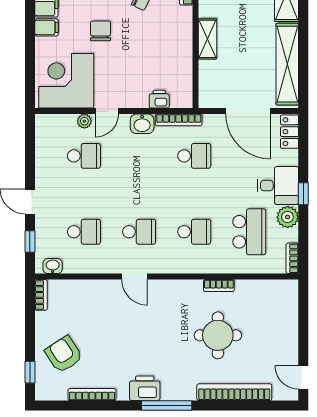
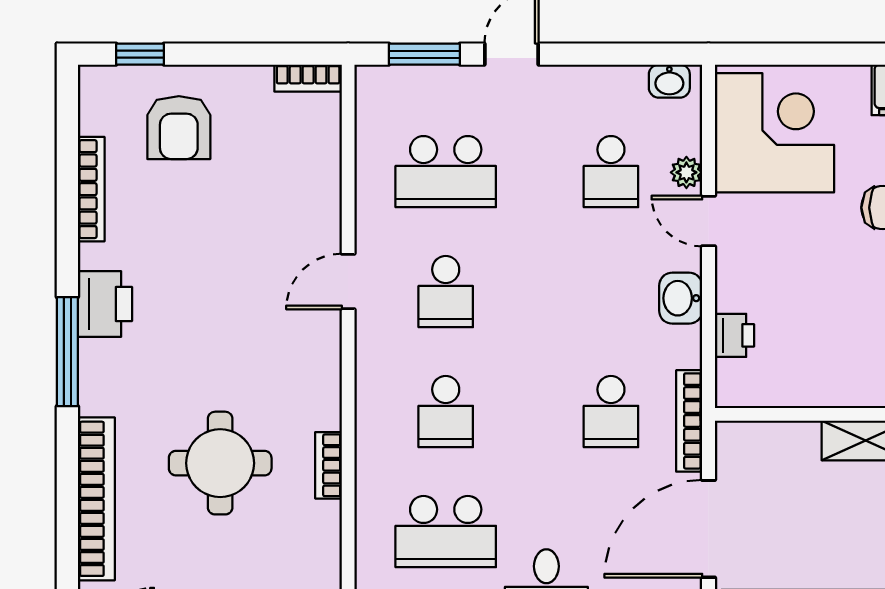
bookcase: (179, 120) -> (689, 421), moved
school desk: (84, 232) -> (446, 172), width x1.85
window: (30, 242) -> (424, 54), width x1.50
washbasin: (53, 266) -> (669, 81), moved, turned 90
armchair: (64, 354) -> (179, 128), turned 123

